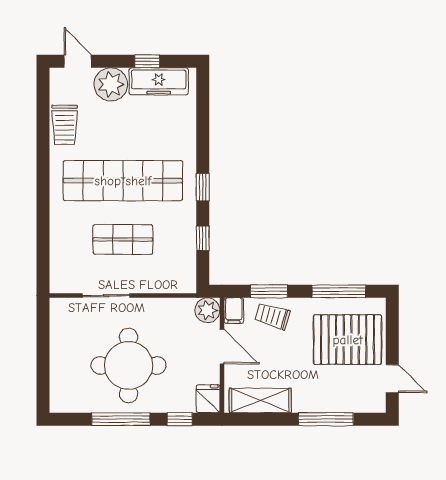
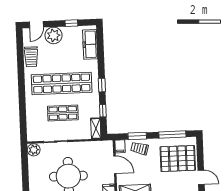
door: (78, 61) -> (36, 25), swing flipped
freezer: (159, 81) -> (90, 44), moved, turned 90
shelving: (187, 273) -> (96, 128), added
plant: (207, 310) -> (34, 150), moved

